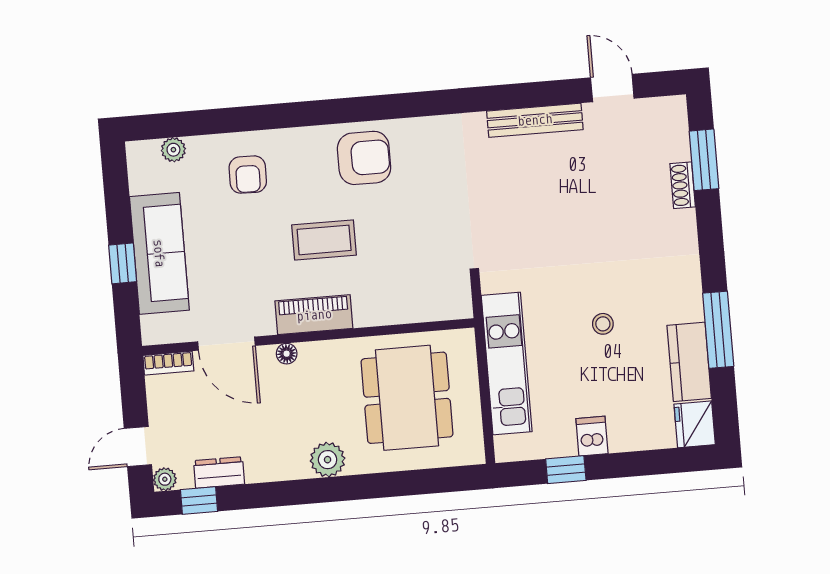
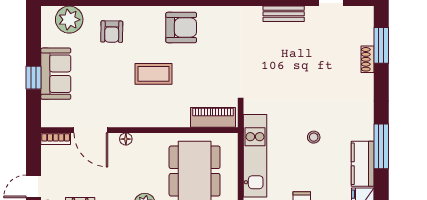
bench: (535, 120) -> (284, 14), width x0.73
plant: (173, 150) -> (69, 20), width x1.88, depth x1.88
sofa: (159, 253) -> (56, 74), width x0.73
piano: (314, 315) -> (213, 117), moved

